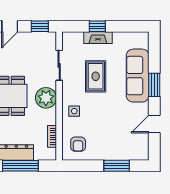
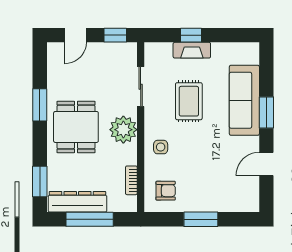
armchair: (78, 144) -> (166, 191), turned -90
window: (117, 166) -> (201, 219), moved

